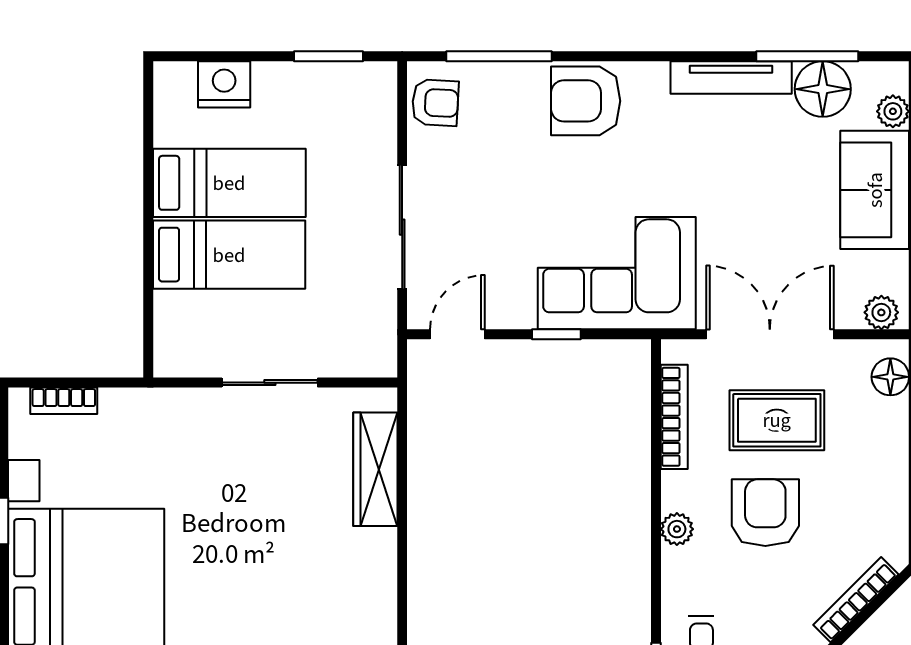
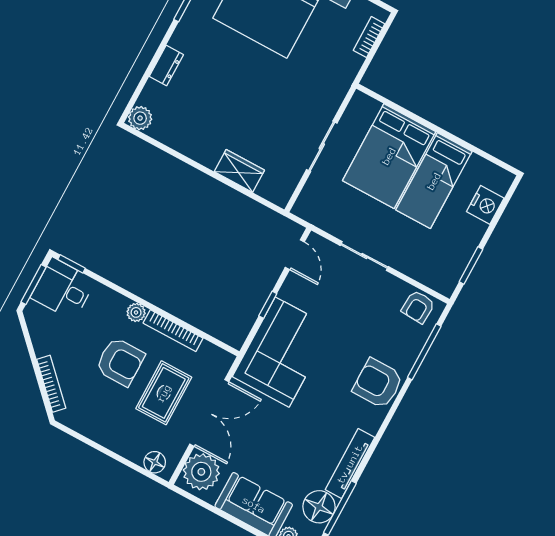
armchair: (586, 101) -> (378, 383), turned -90
sliding door: (402, 227) -> (364, 256), width x0.73
bed: (229, 255) -> (389, 156), width x1.50
plant: (881, 312) -> (201, 472), width x1.88, depth x1.88
bookcase: (674, 417) -> (173, 331), moved
wardrobe: (375, 469) -> (239, 171), width x0.67

